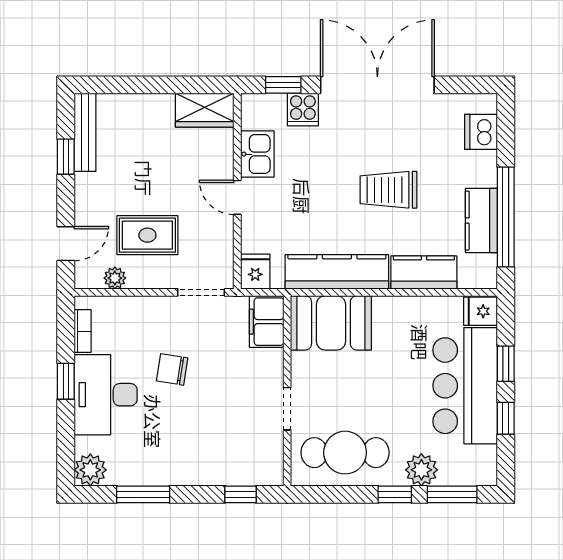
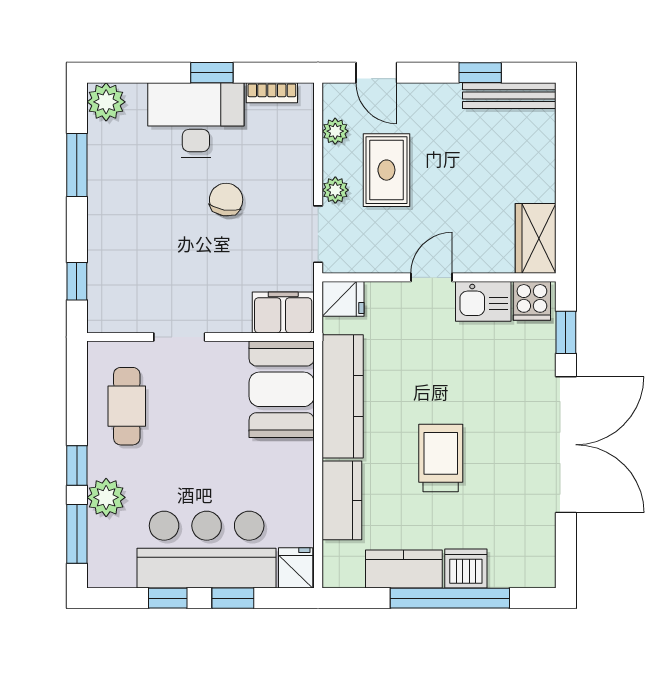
cooker: (303, 110) -> (532, 301), moved, turned -90
dishwasher: (481, 132) -> (466, 568), moved
window: (506, 217) -> (450, 598), moved
plant: (164, 278) -> (335, 190), added
cafe table: (345, 453) -> (127, 406), width x0.73, depth x0.74

